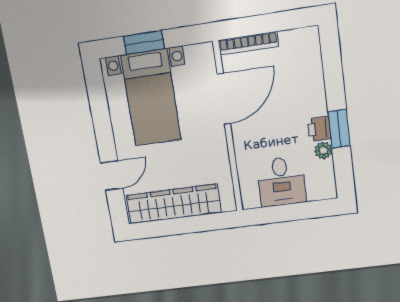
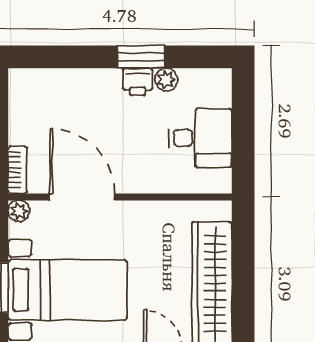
bookcase: (248, 43) -> (18, 170), width x0.64
plant: (206, 51) -> (19, 211), added

